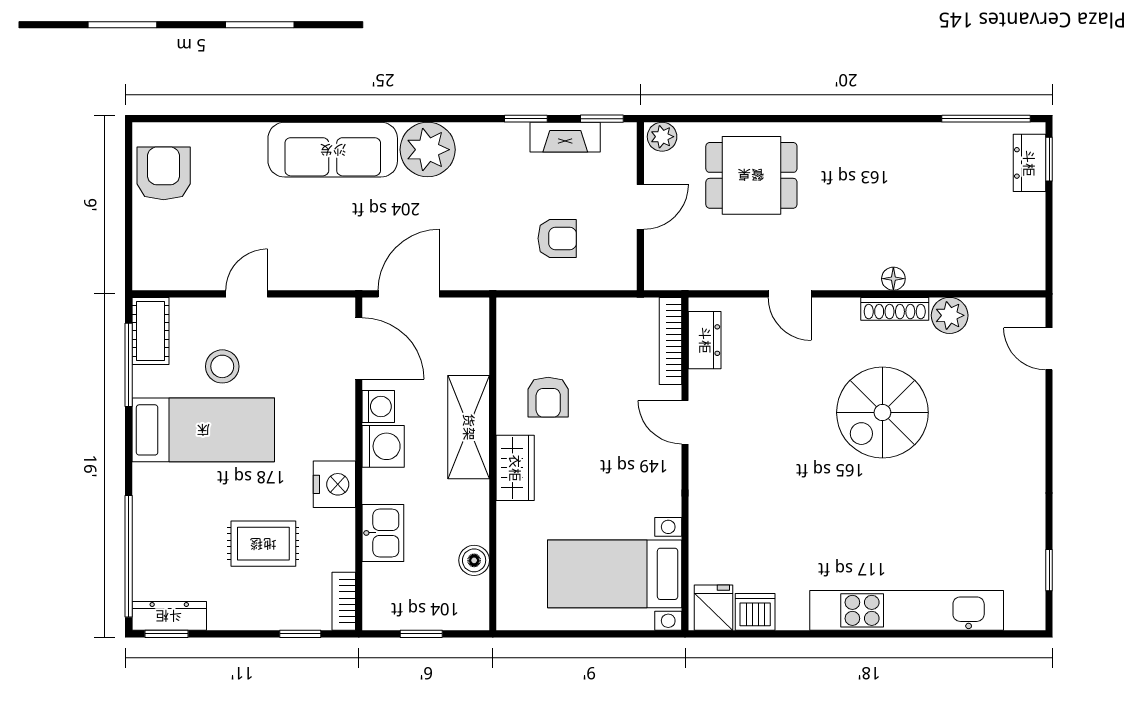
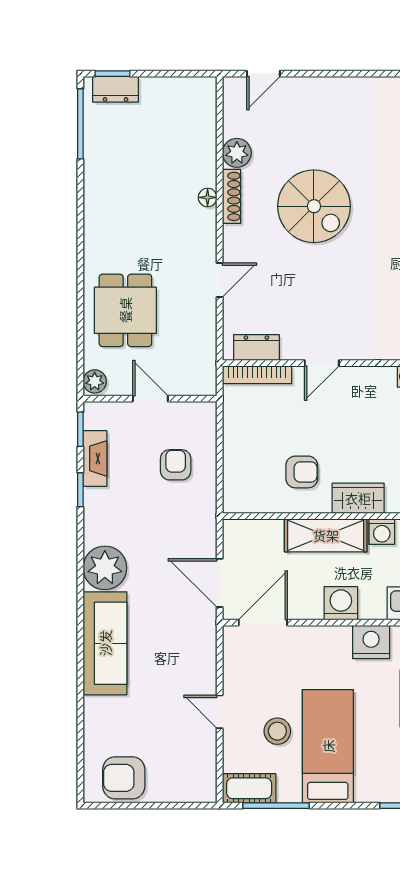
washing machine: (378, 406) -> (382, 532), moved, turned 180

